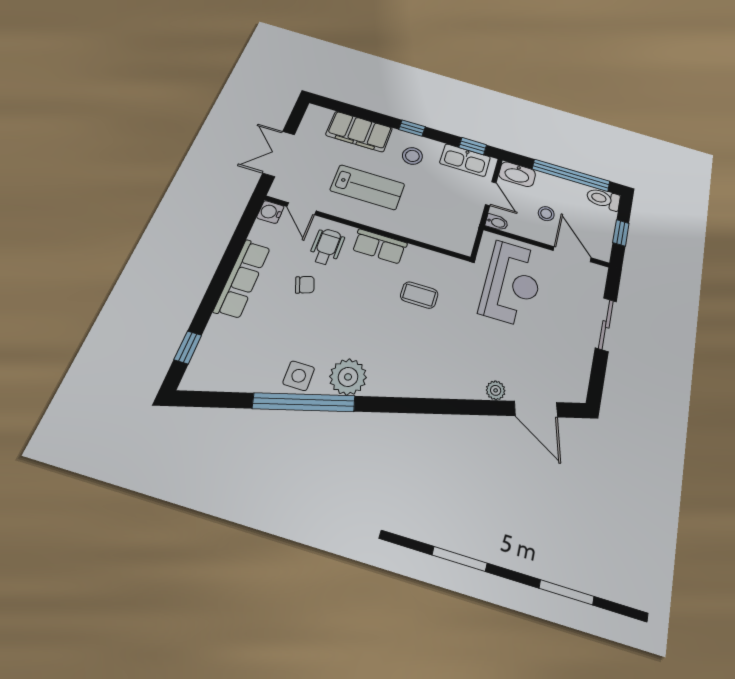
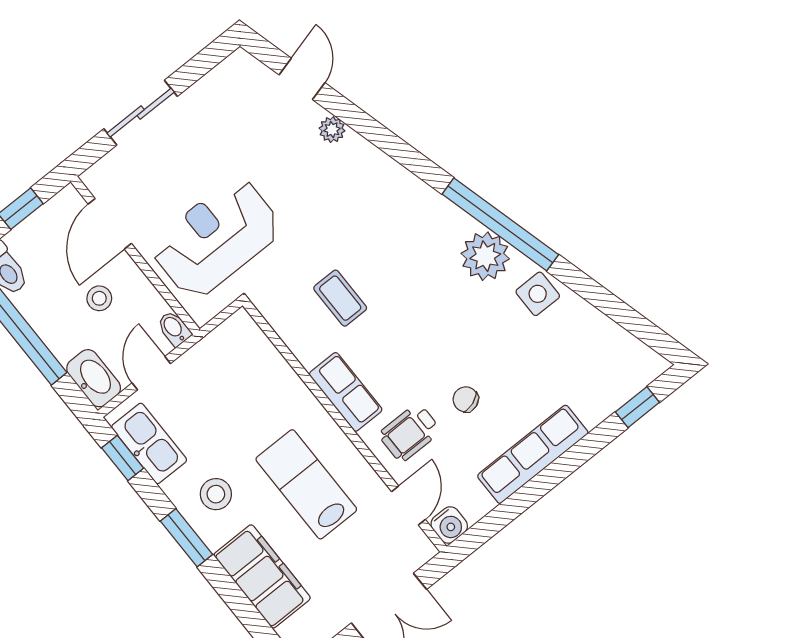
window: (412, 128) -> (186, 538), width x1.50
window: (304, 402) -> (500, 224), moved
door: (536, 409) -> (302, 79), width x0.73

